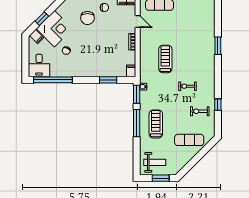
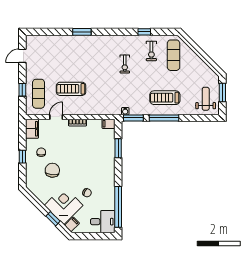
chair: (87, 18) -> (52, 170), turned -85
treadmill: (165, 59) -> (71, 89), moved
exercise mat: (189, 140) -> (174, 55), moved

